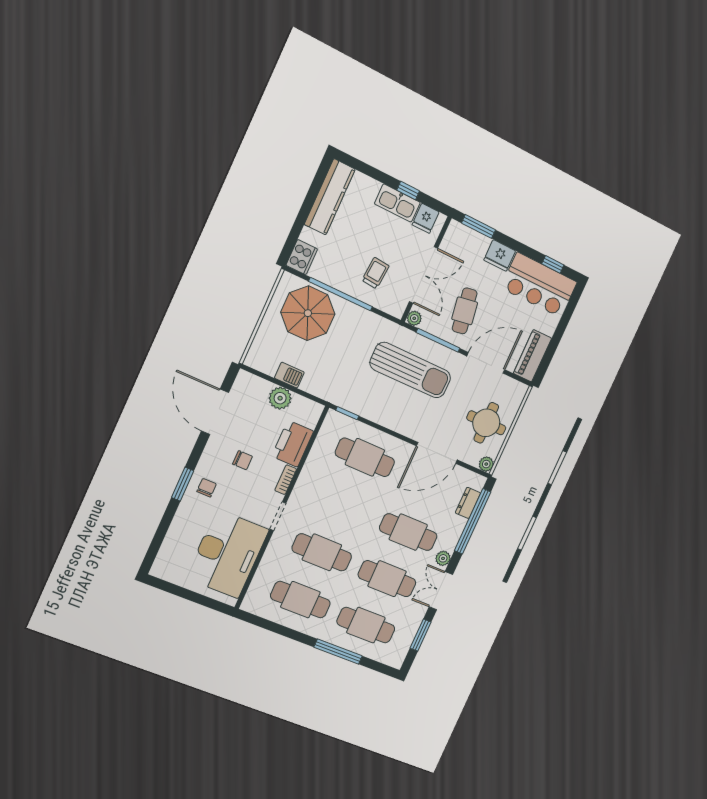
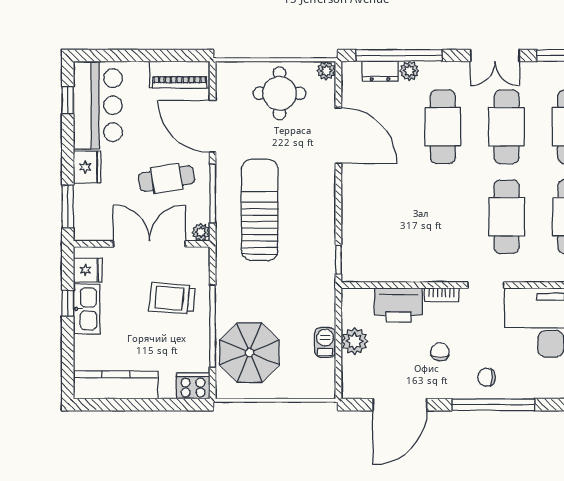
trolley: (376, 273) -> (172, 298), width x1.36, depth x1.39
cafe table: (365, 457) -> (379, 217), removed
window: (183, 484) -> (493, 405), width x2.11
plant: (443, 558) -> (409, 71), moved

